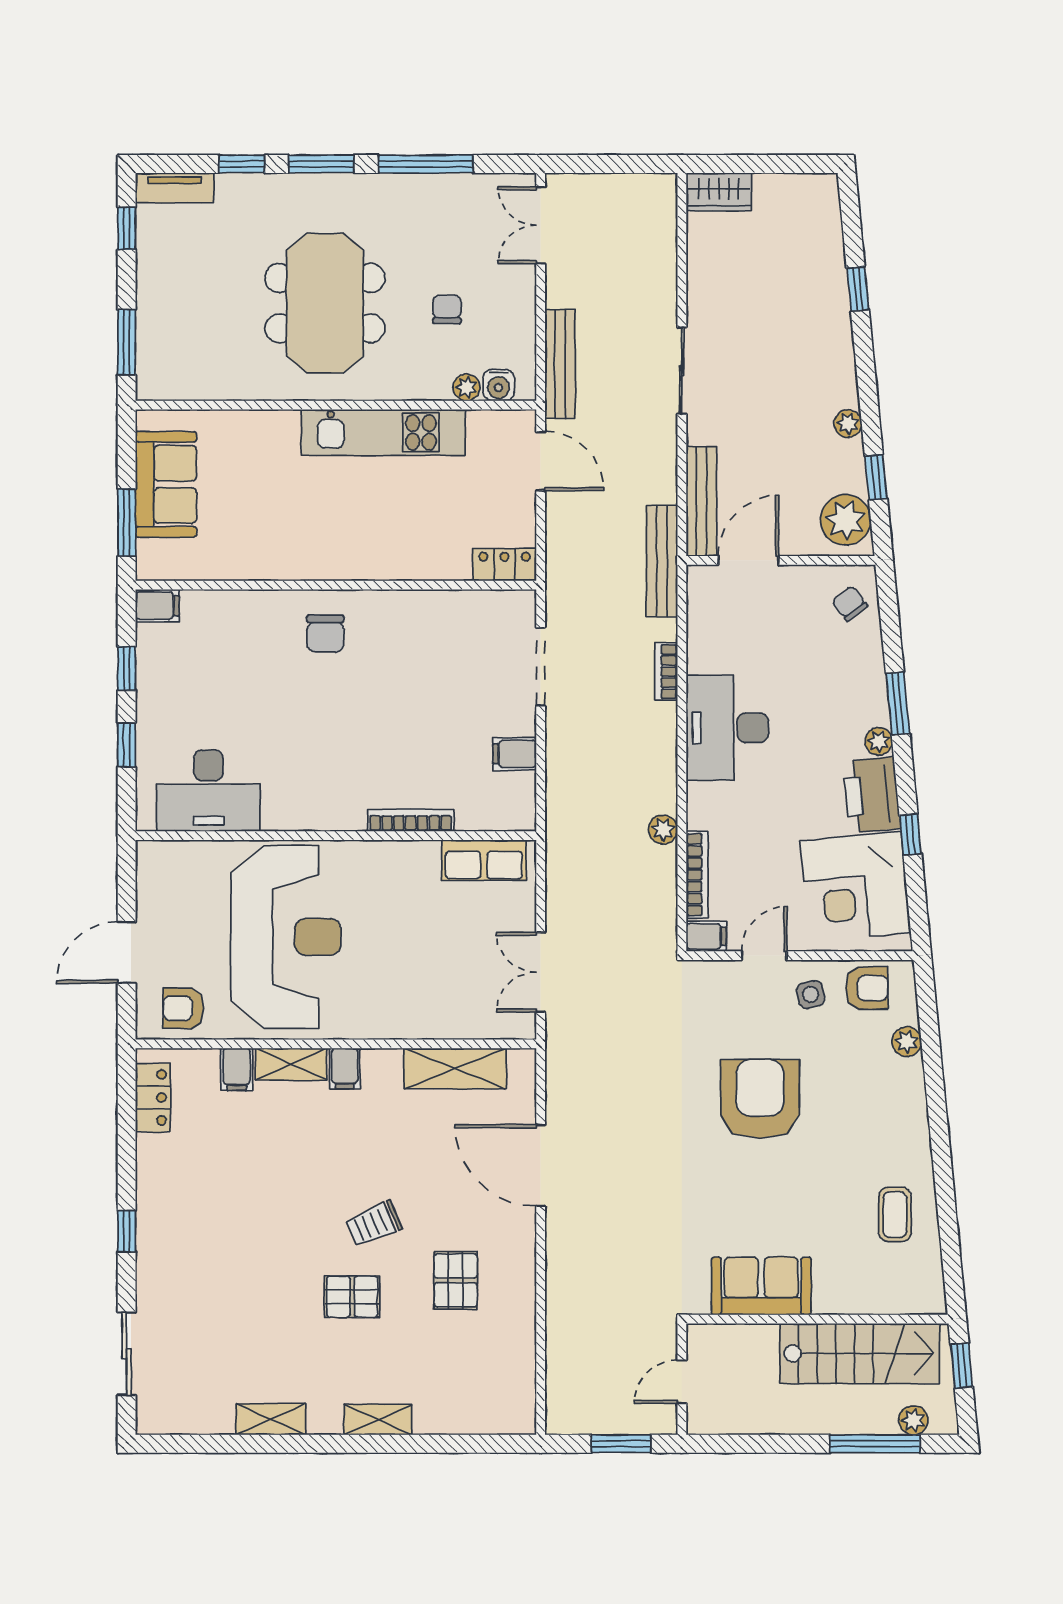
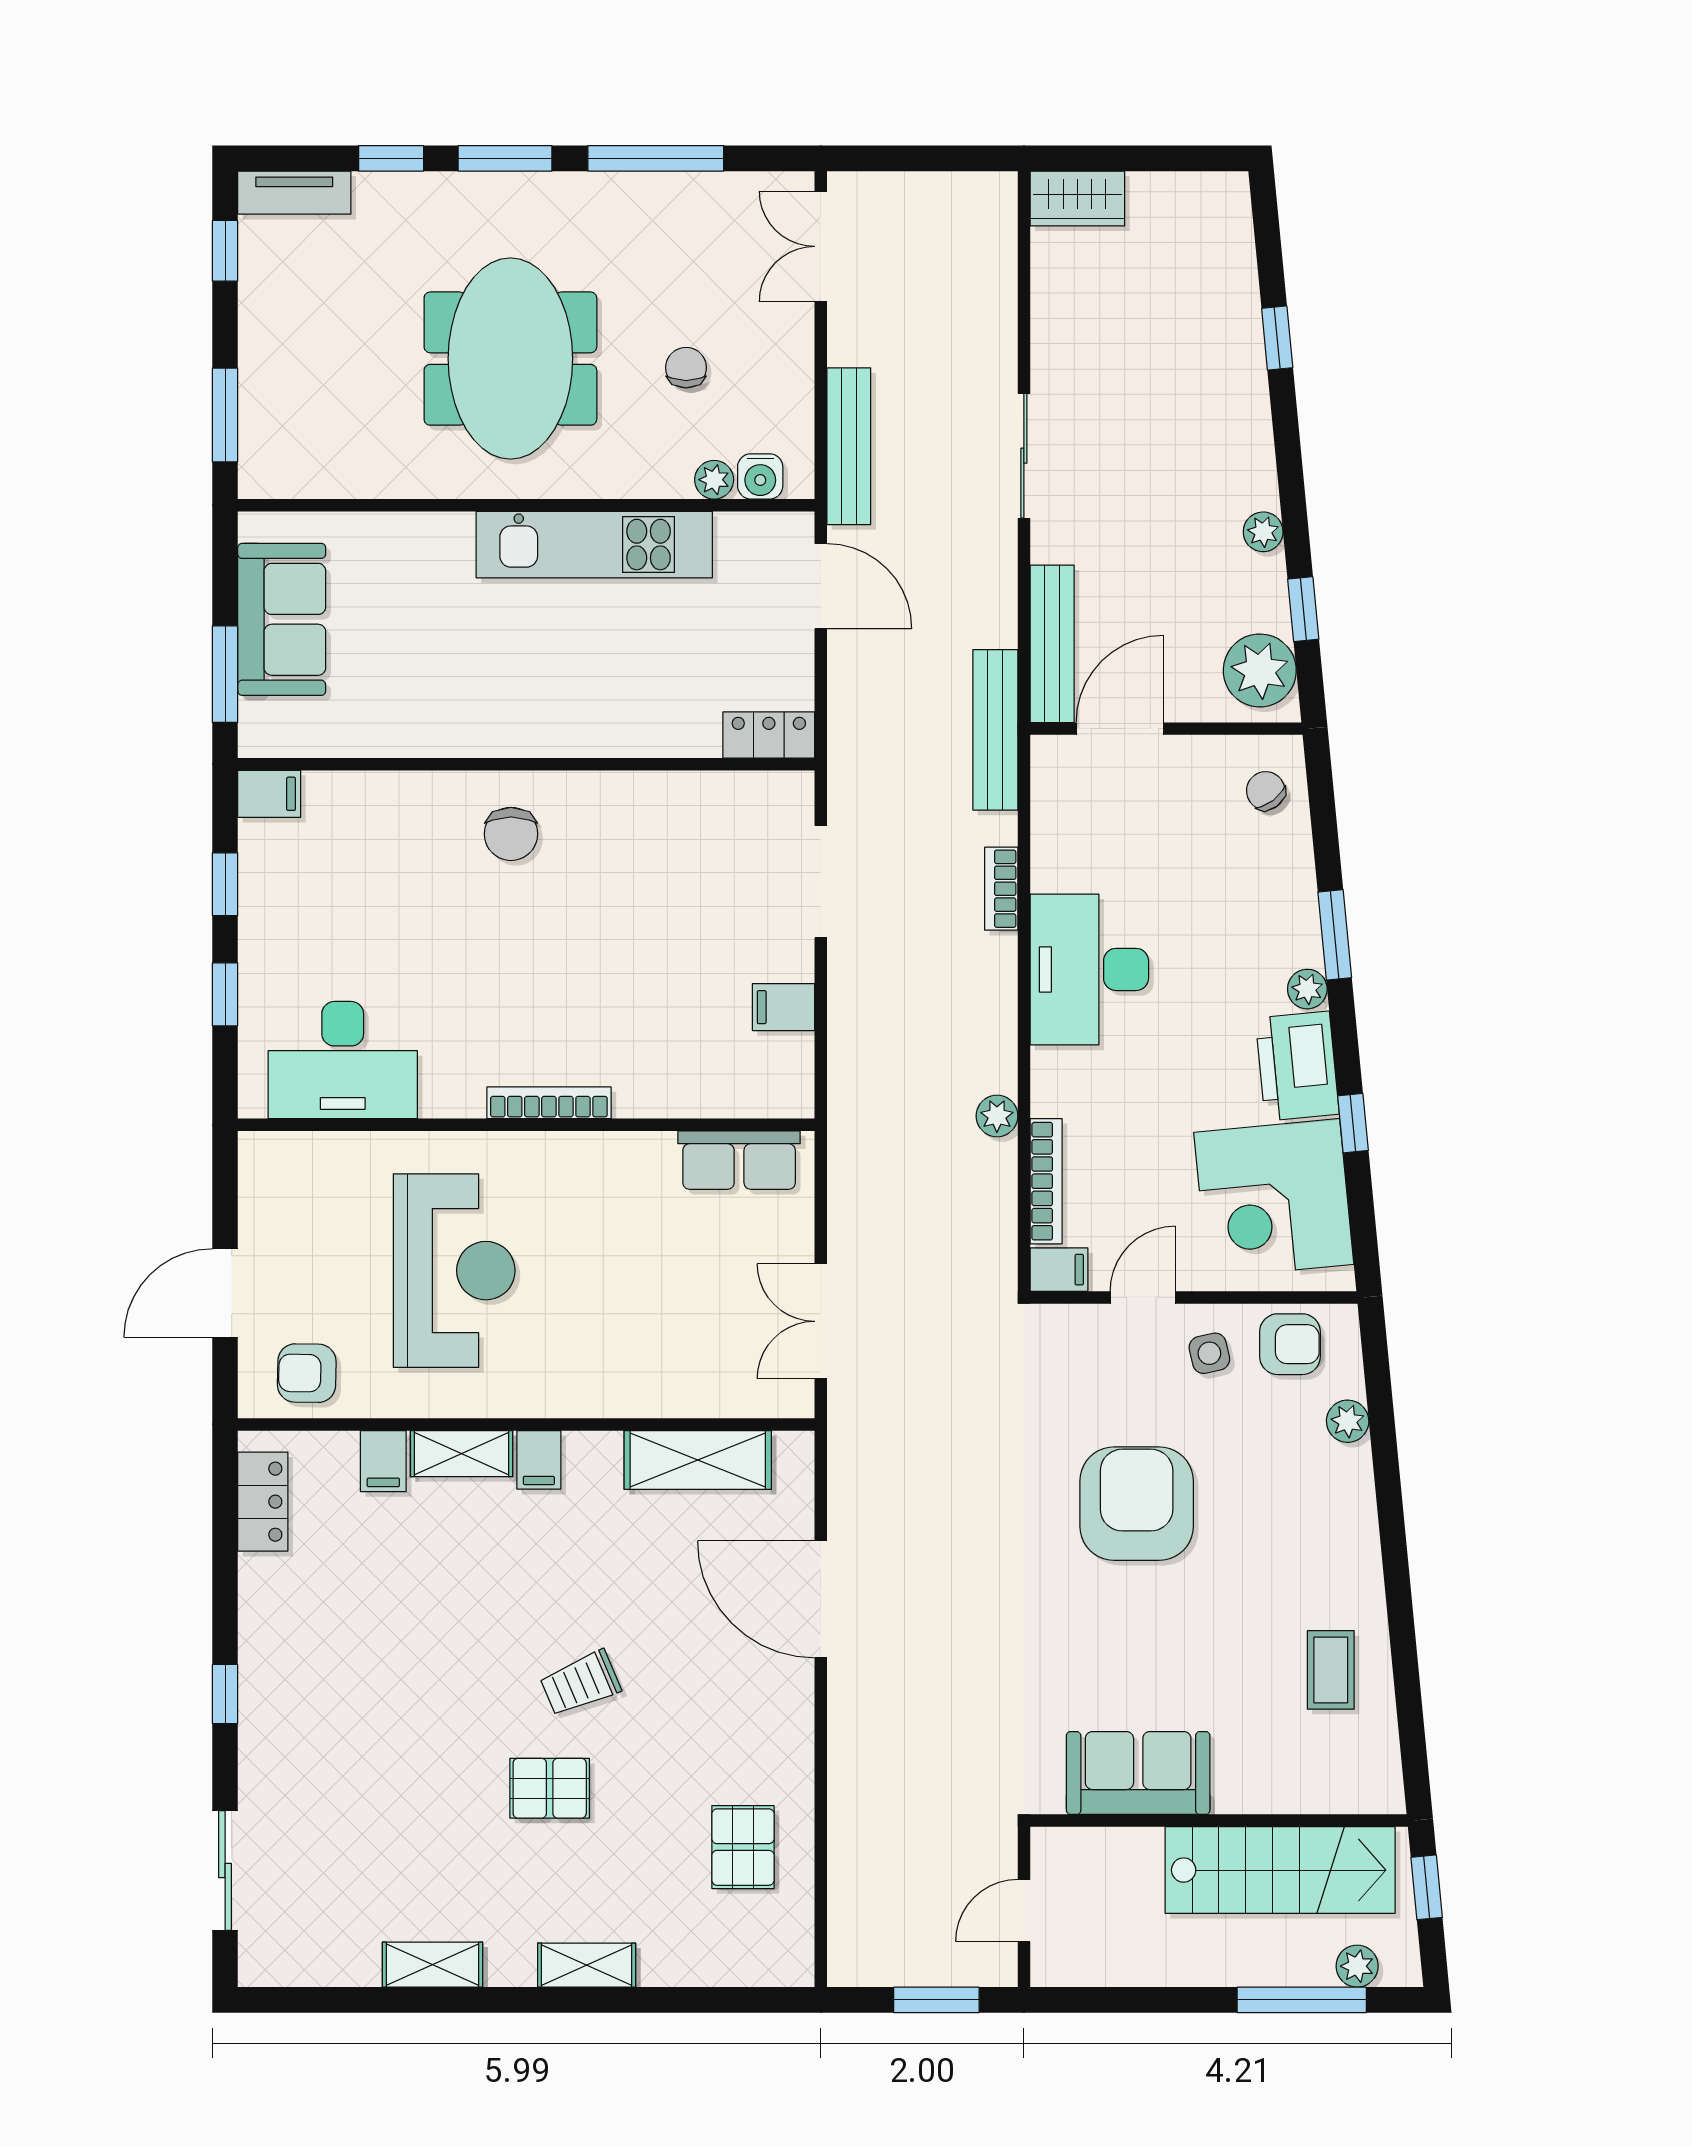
bookcase: (411, 820) -> (549, 1103), moved
reception desk: (286, 937) -> (454, 1271), width x0.74, depth x0.77
pallet: (456, 1280) -> (743, 1847), moved

